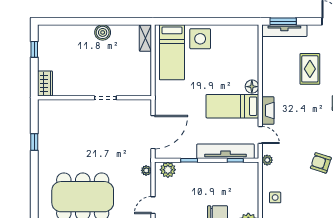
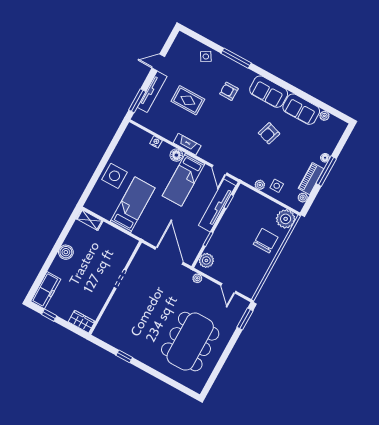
tv unit: (284, 31) -> (152, 92), moved
freezer: (56, 33) -> (46, 290), added
bed: (172, 52) -> (133, 205), moved, turned -90
nightstand: (254, 60) -> (156, 142), added
fireplace: (268, 111) -> (187, 144), moved
door: (260, 135) -> (219, 170), swing flipped
plant: (267, 160) -> (260, 185), moved

